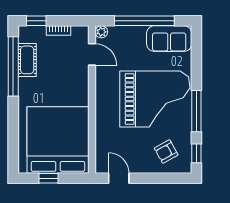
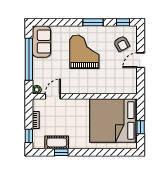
window: (13, 66) -> (61, 152), width x0.32
grand piano: (155, 99) -> (84, 52), width x0.73, depth x0.68
window: (196, 111) -> (93, 22), width x0.69
door: (119, 178) -> (141, 60), moved

